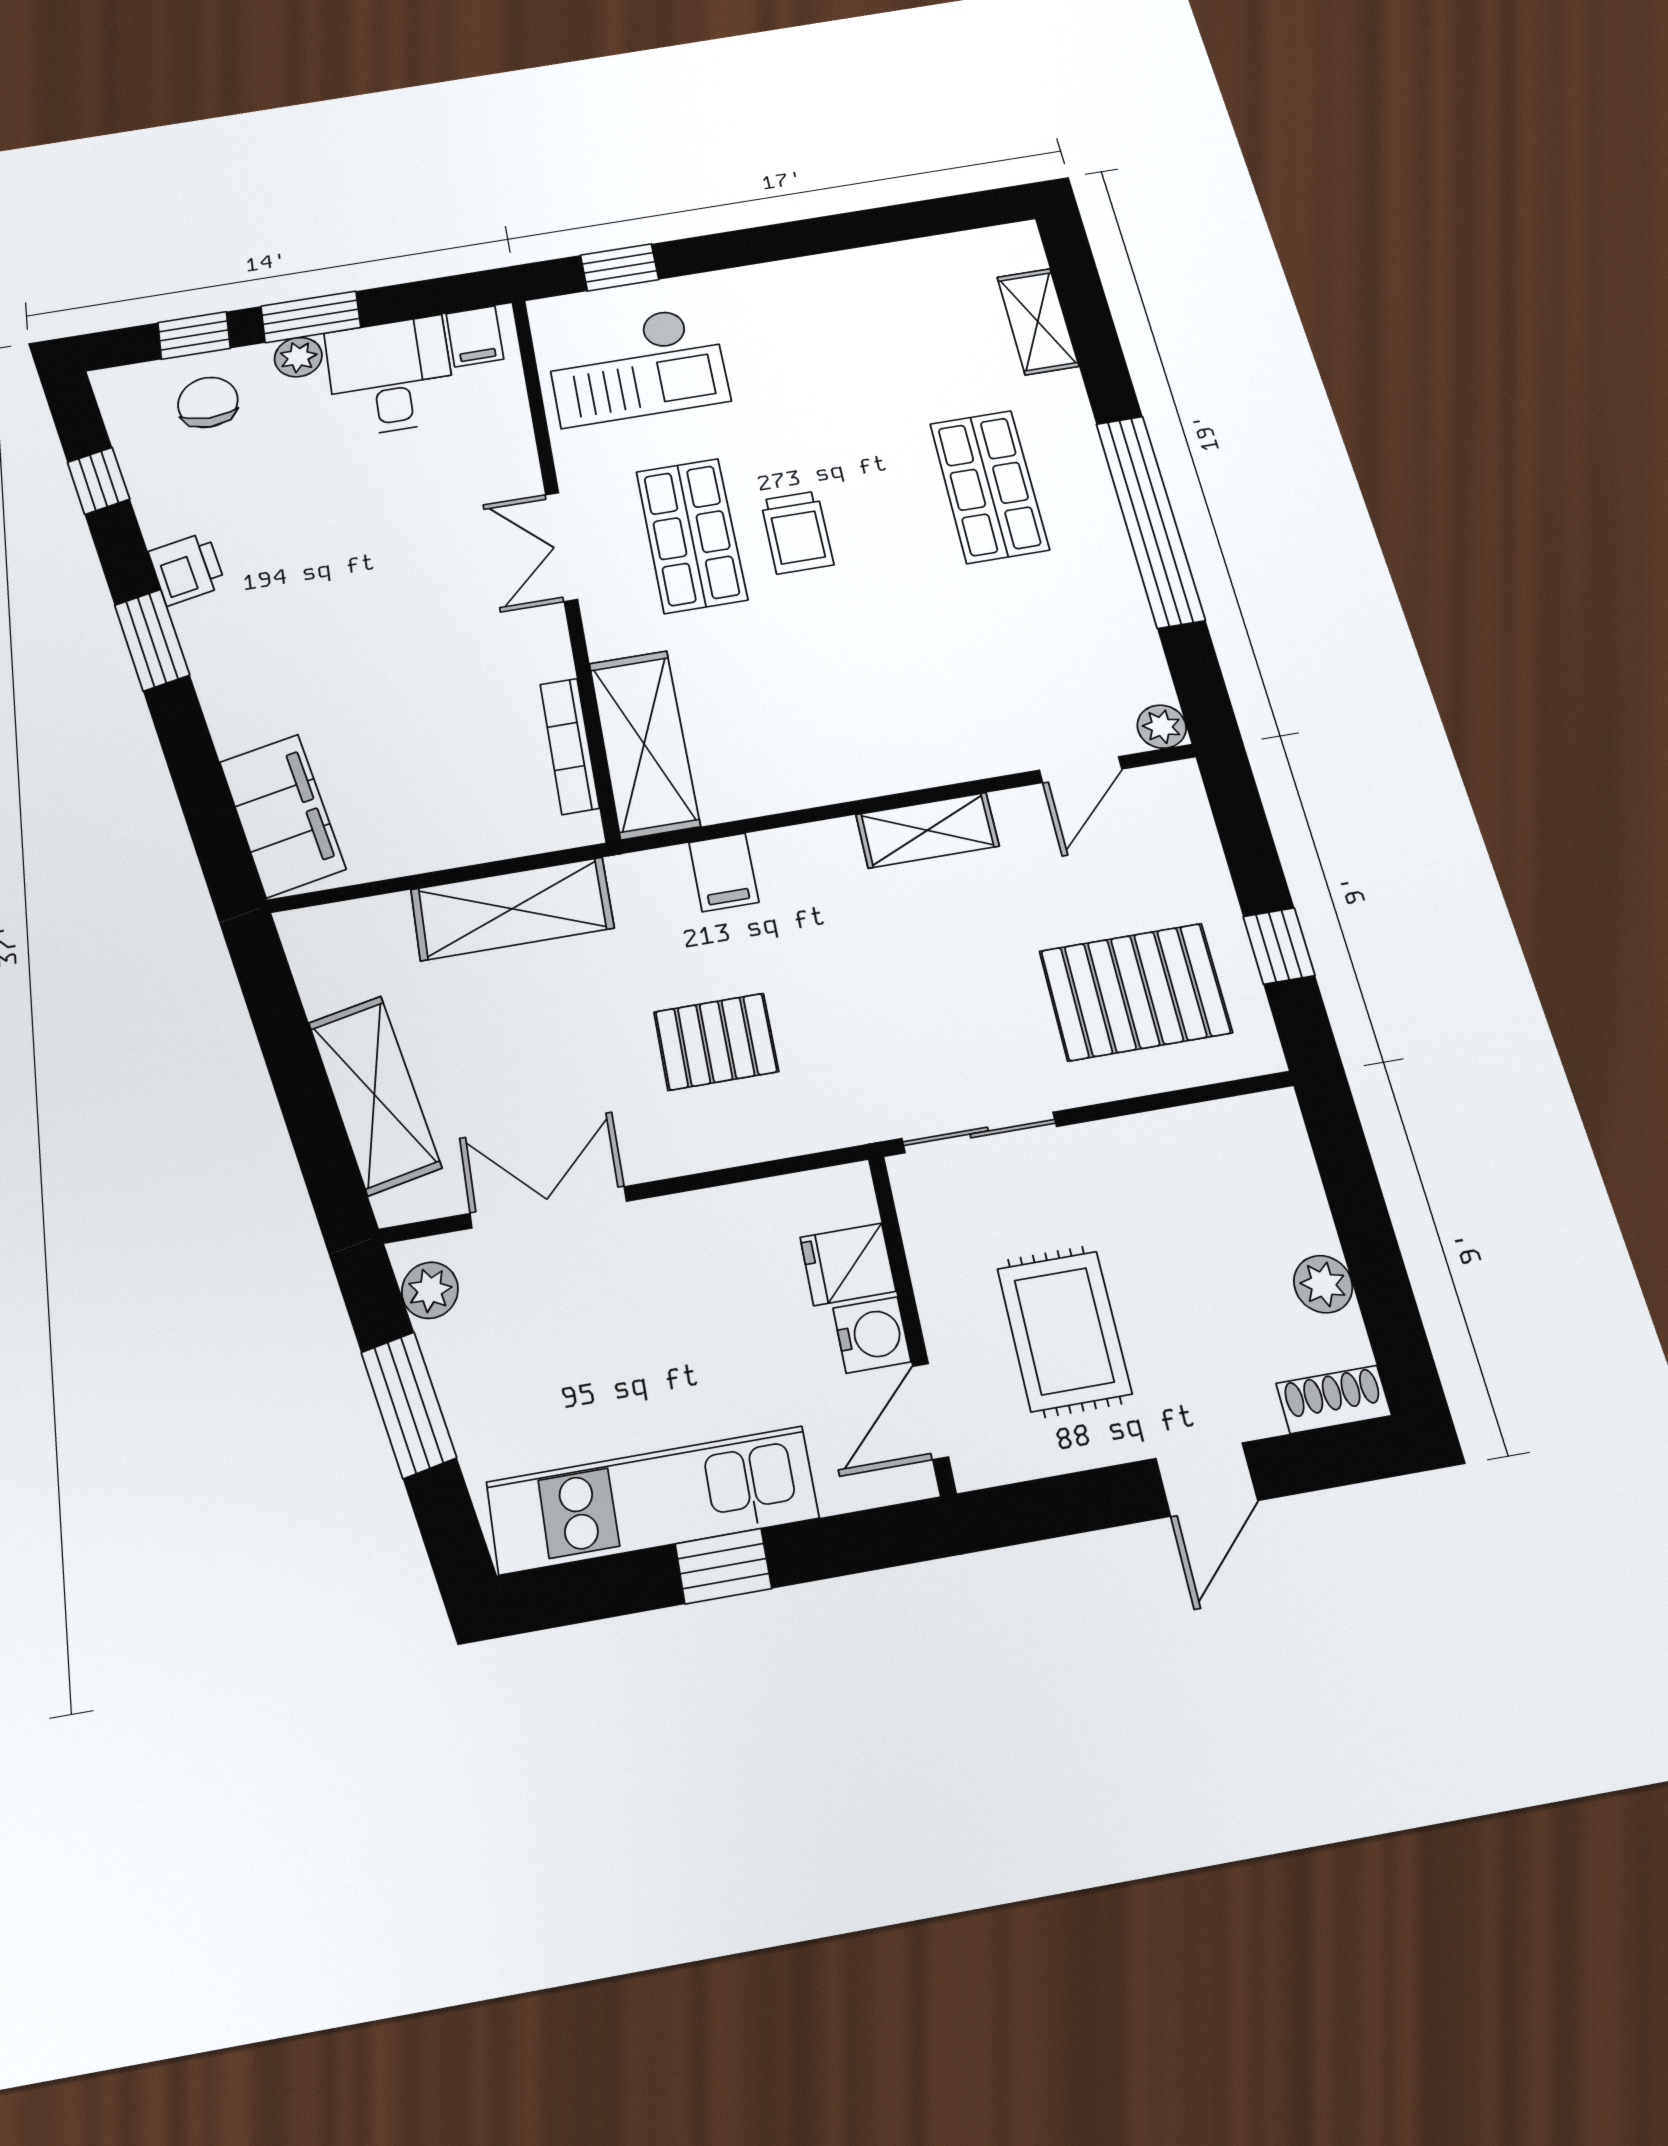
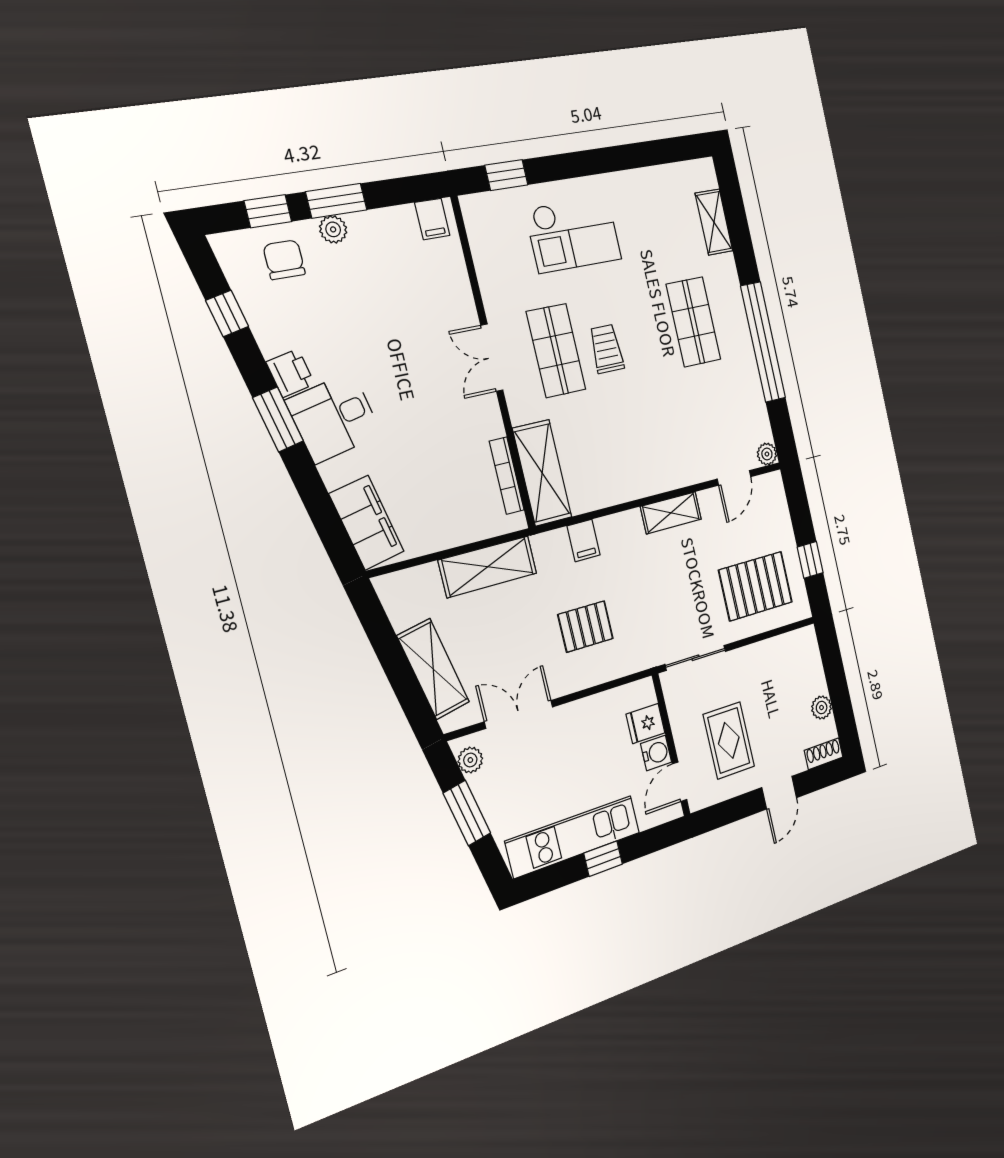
checkout: (637, 366) -> (573, 234), moved
desk: (390, 376) -> (334, 418), moved, turned -102
trolley: (797, 532) -> (607, 349), turned 180

